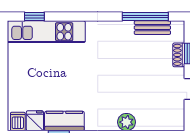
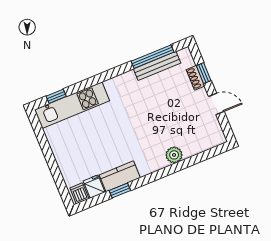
bench: (152, 28) -> (157, 66), width x1.36

